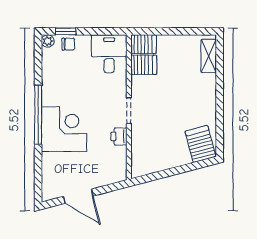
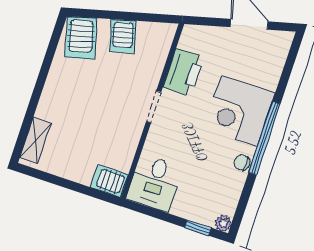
chair: (68, 44) -> (242, 163), moved
server rack: (144, 65) -> (123, 36), moved, turned -105
printer: (119, 136) -> (184, 72), width x1.87, depth x1.48

